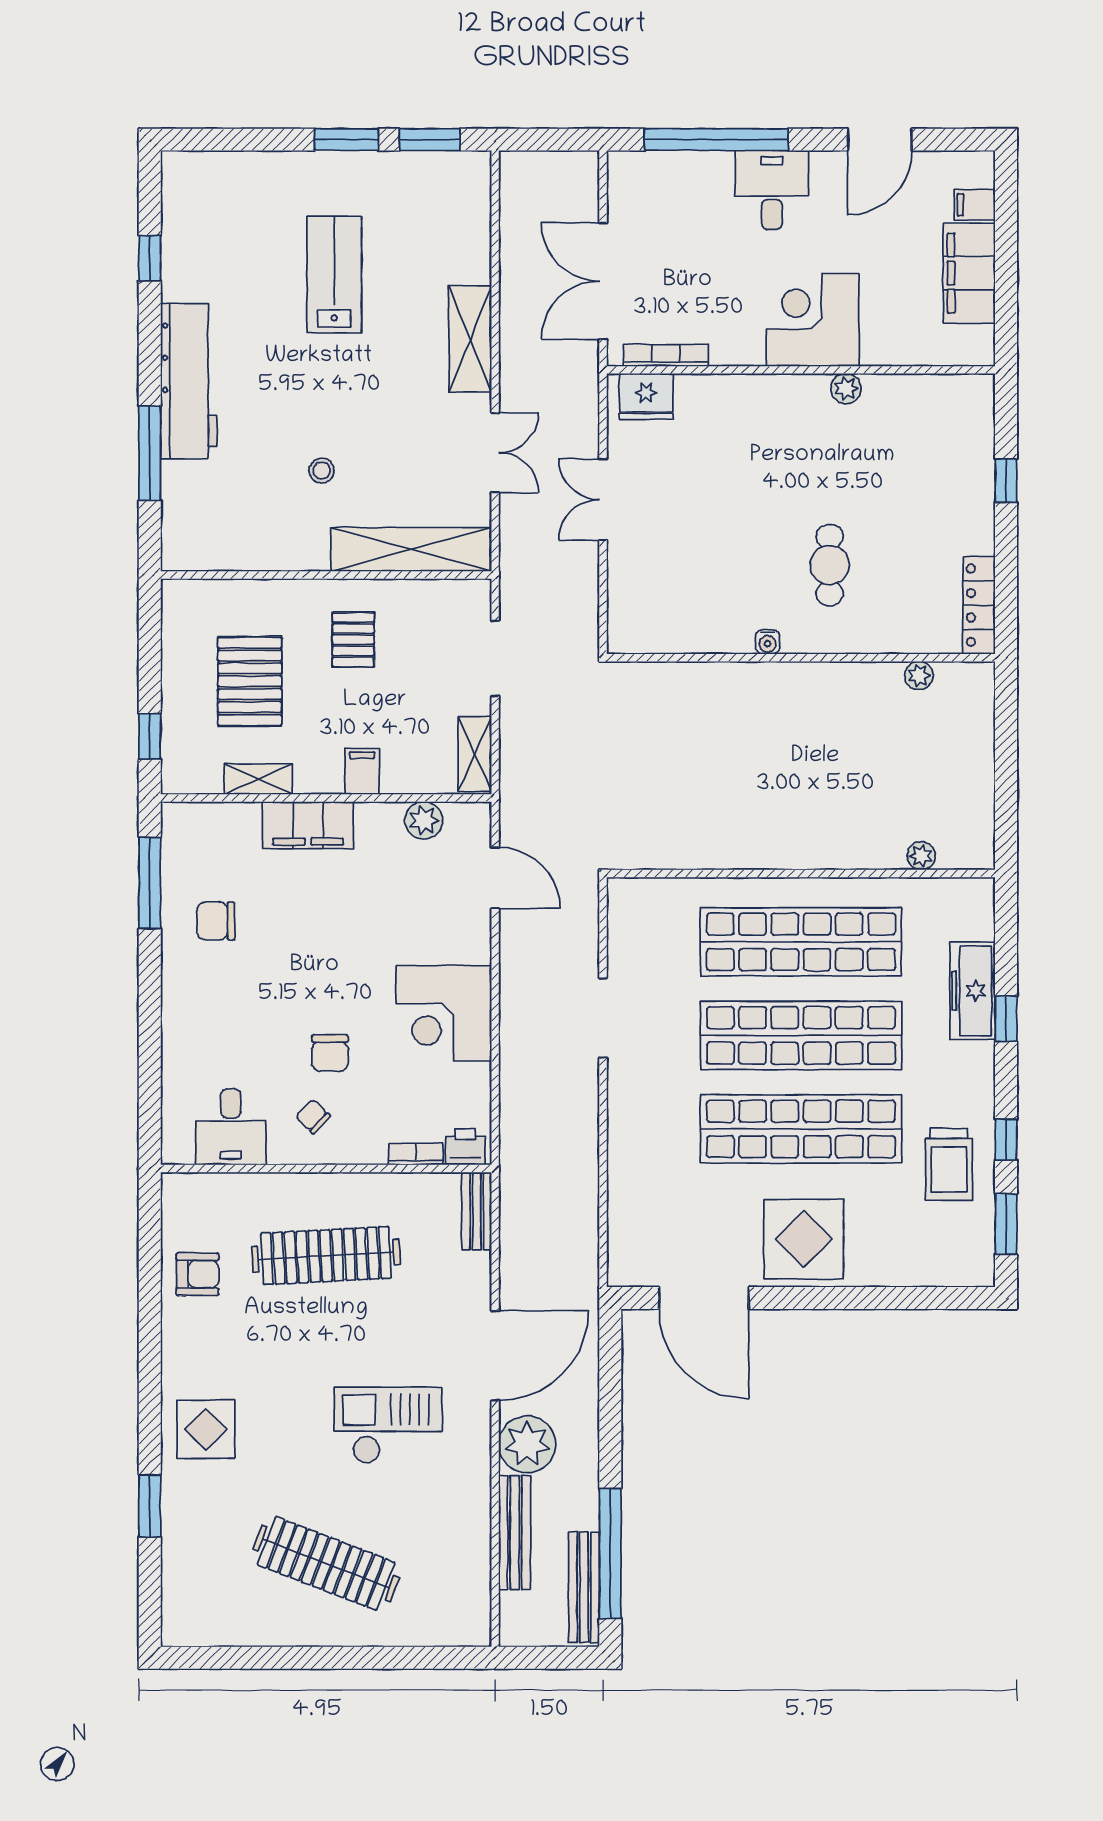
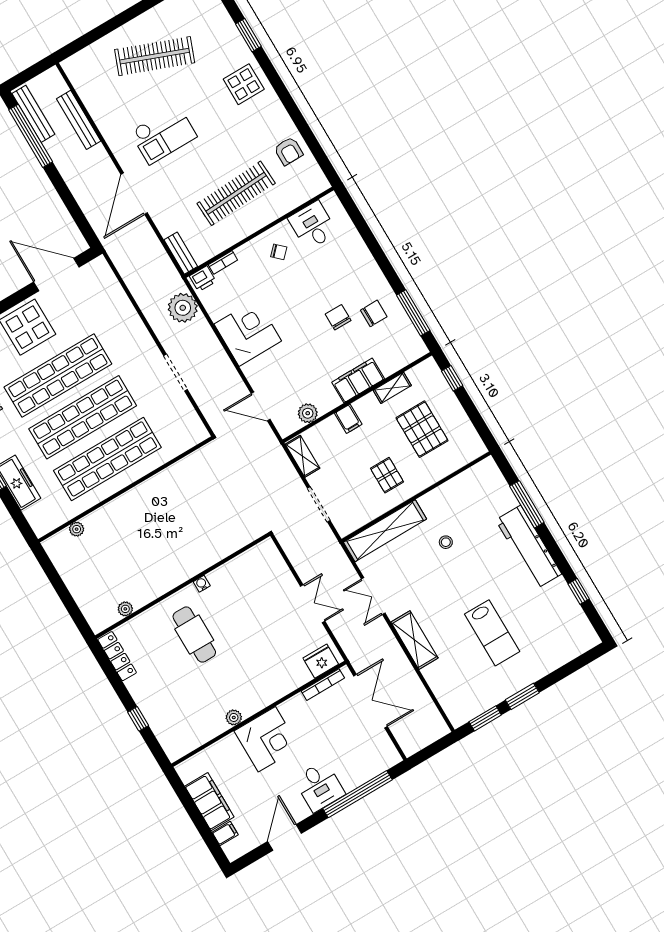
cafe table: (830, 565) -> (194, 635), width x1.37, depth x1.35
chair: (330, 1053) -> (338, 317), moved
armchair: (197, 1274) -> (288, 151), turned -90
plant: (527, 1444) -> (183, 308), moved

